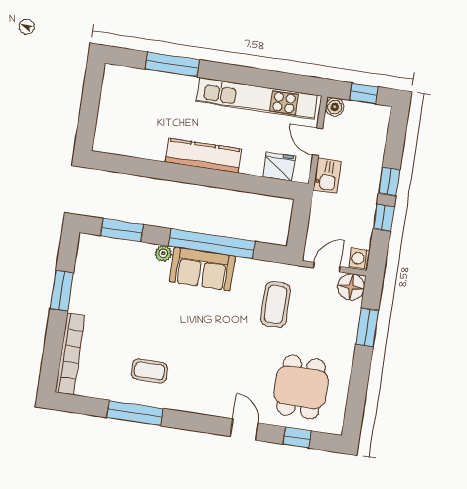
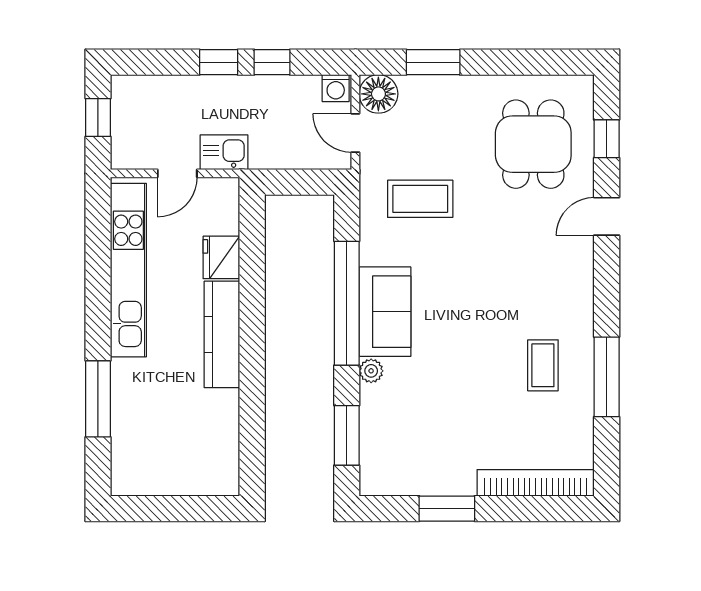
boiler: (335, 107) -> (124, 156), removed
fridge: (279, 167) -> (221, 257), moved
dining table: (301, 387) -> (533, 144), turned 90

